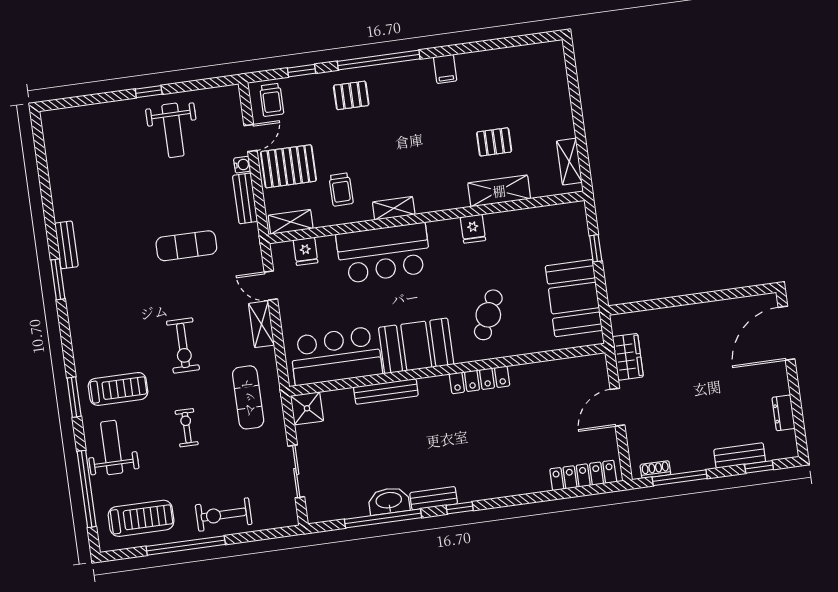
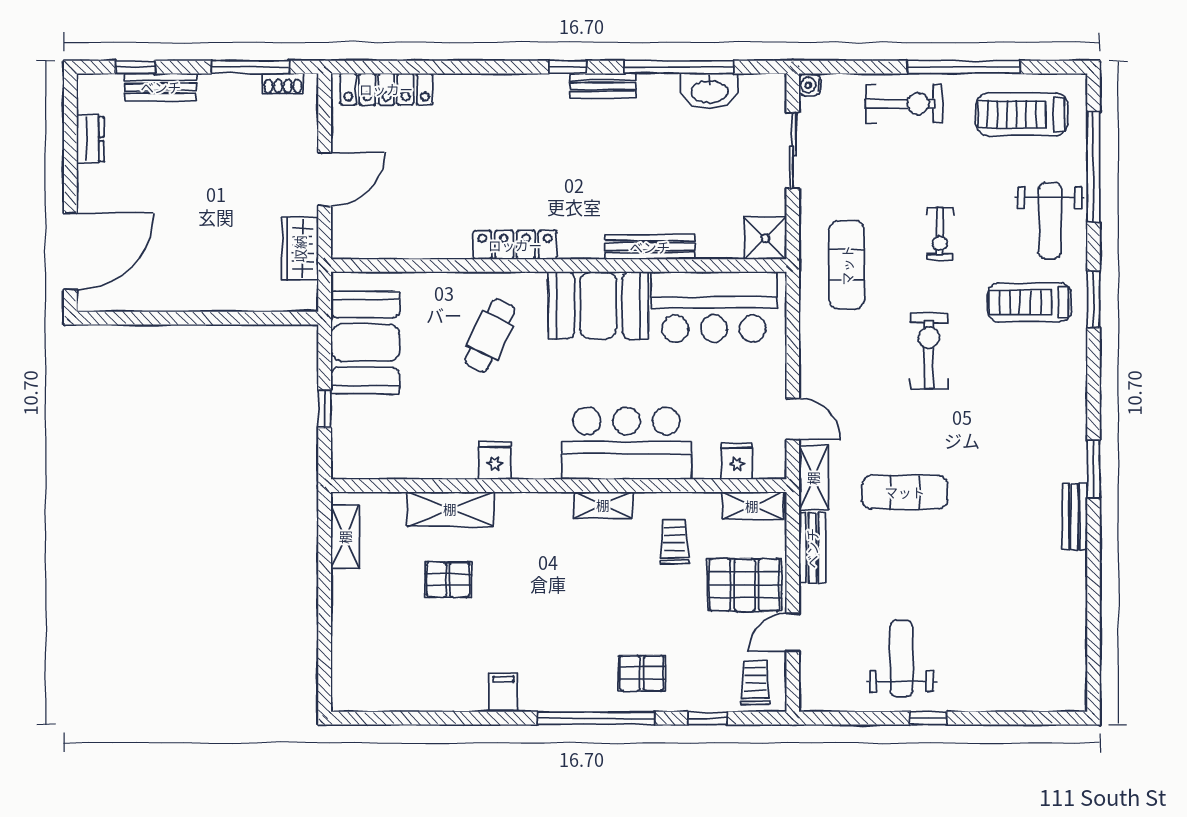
water cooler: (242, 165) -> (810, 85), moved
shelving: (261, 324) -> (813, 478), moved
washbasin: (389, 501) -> (709, 91), moved

